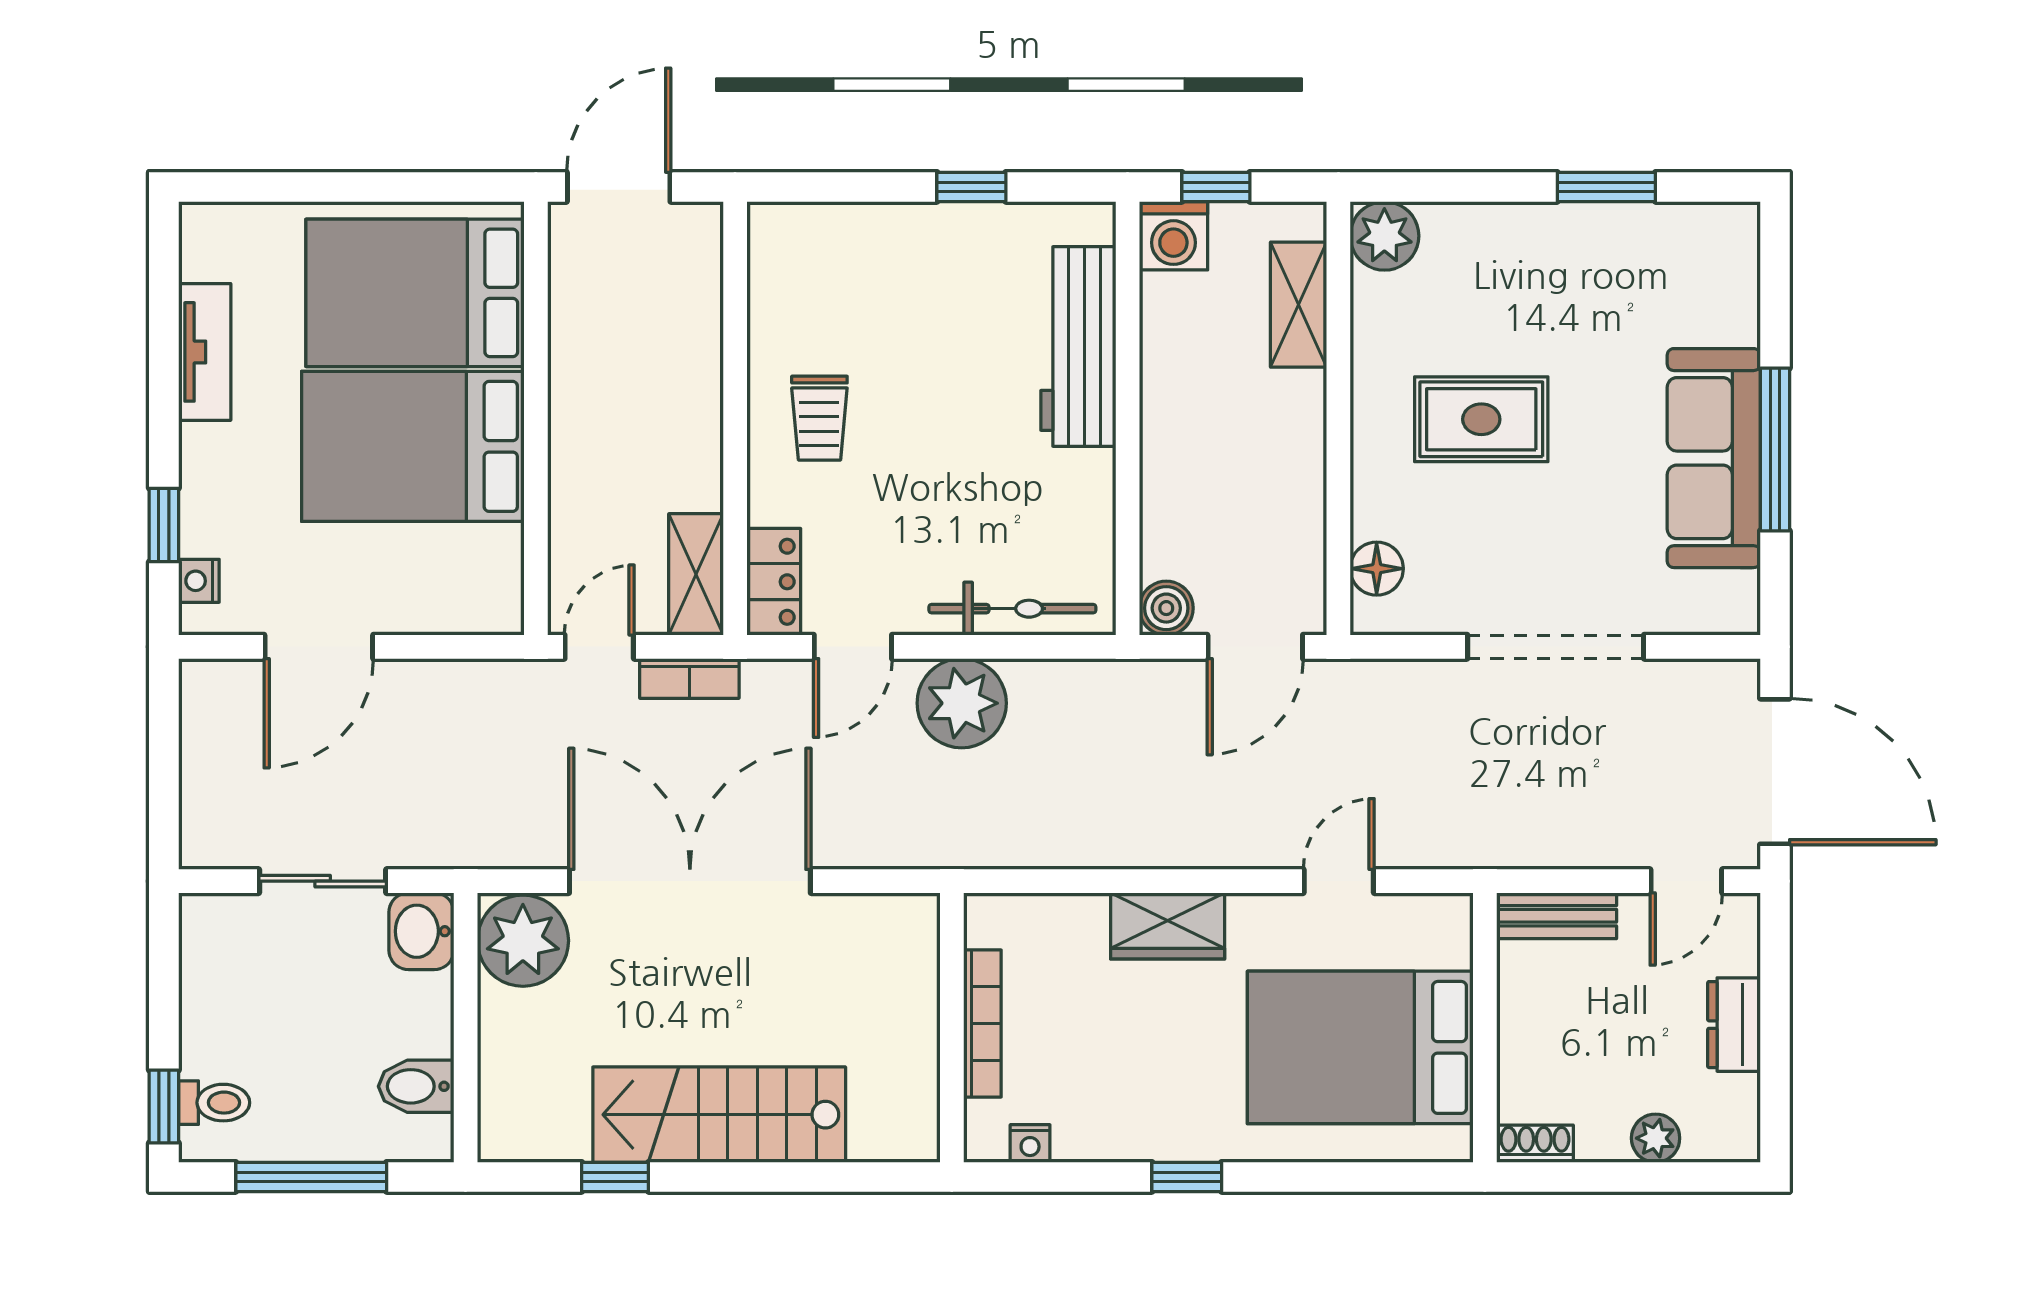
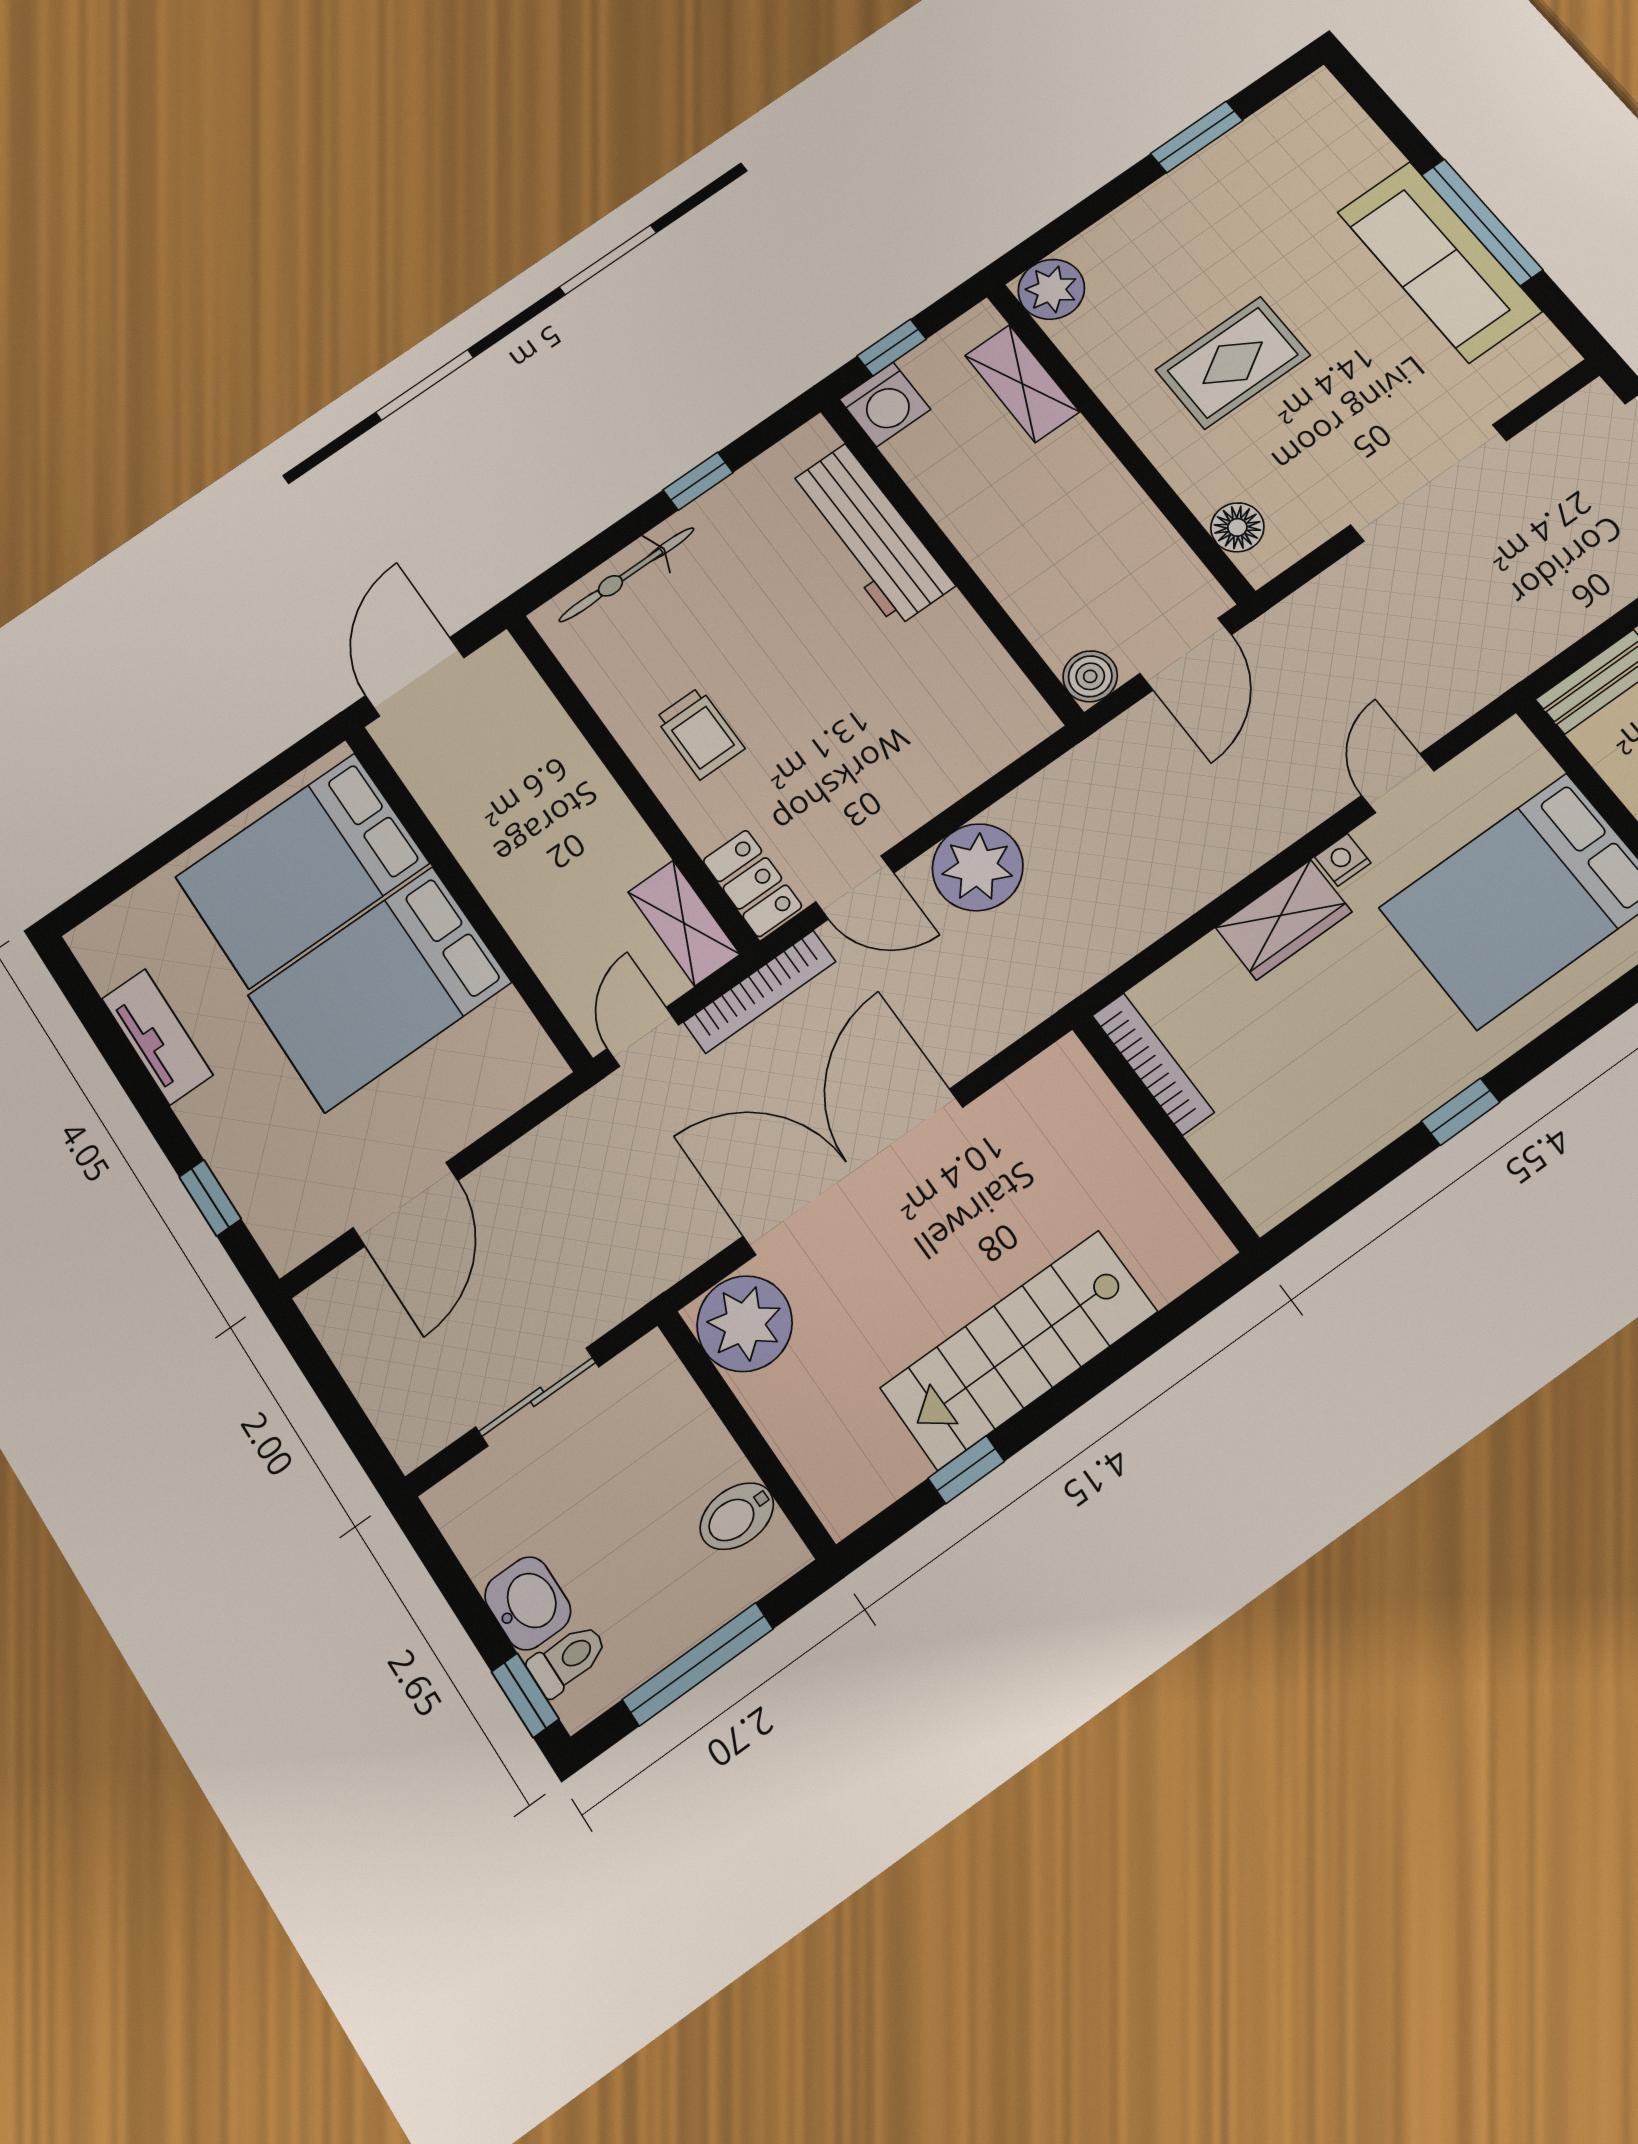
nightstand: (199, 581) -> (269, 1222), removed
bicycle: (1012, 609) -> (627, 575), moved, turned 180
door: (853, 647) -> (855, 887), hinge flipped
bookcase: (689, 678) -> (760, 992), width x1.56
washbasin: (421, 931) -> (528, 1603), moved, turned 180
bookcase: (982, 1023) -> (1153, 1064), moved
nightstand: (1030, 1144) -> (1343, 860), moved, turned 180

